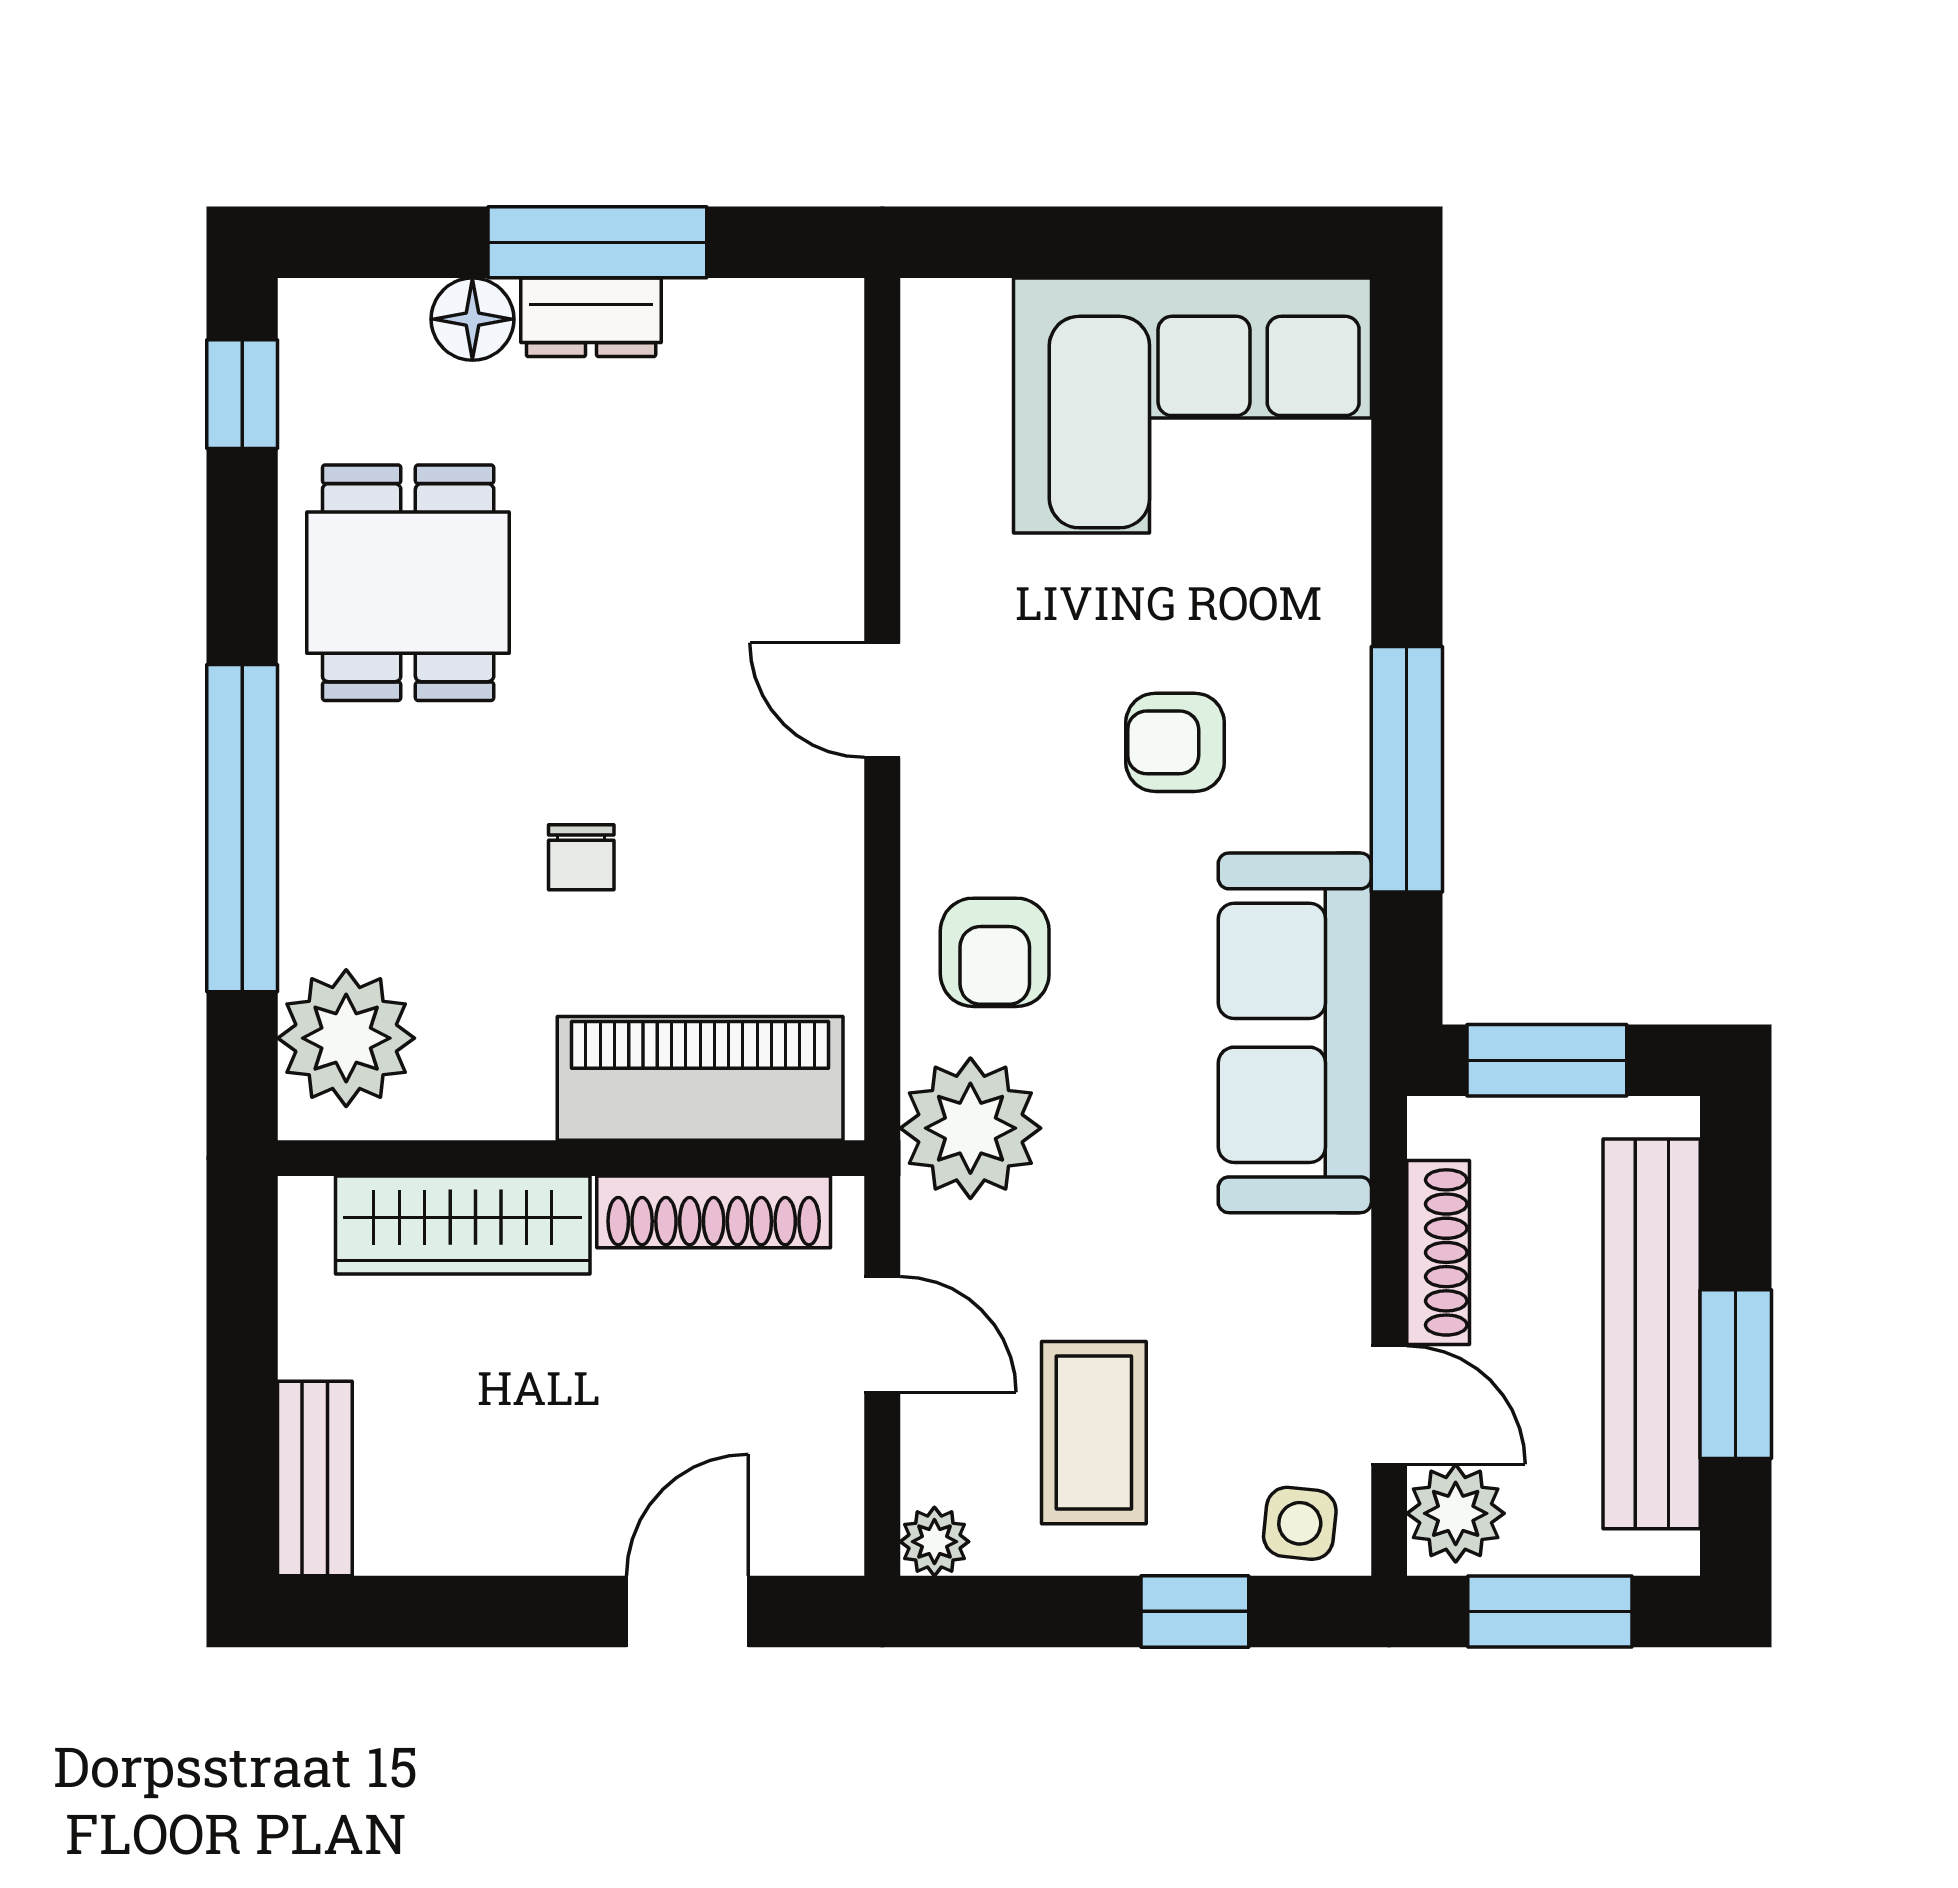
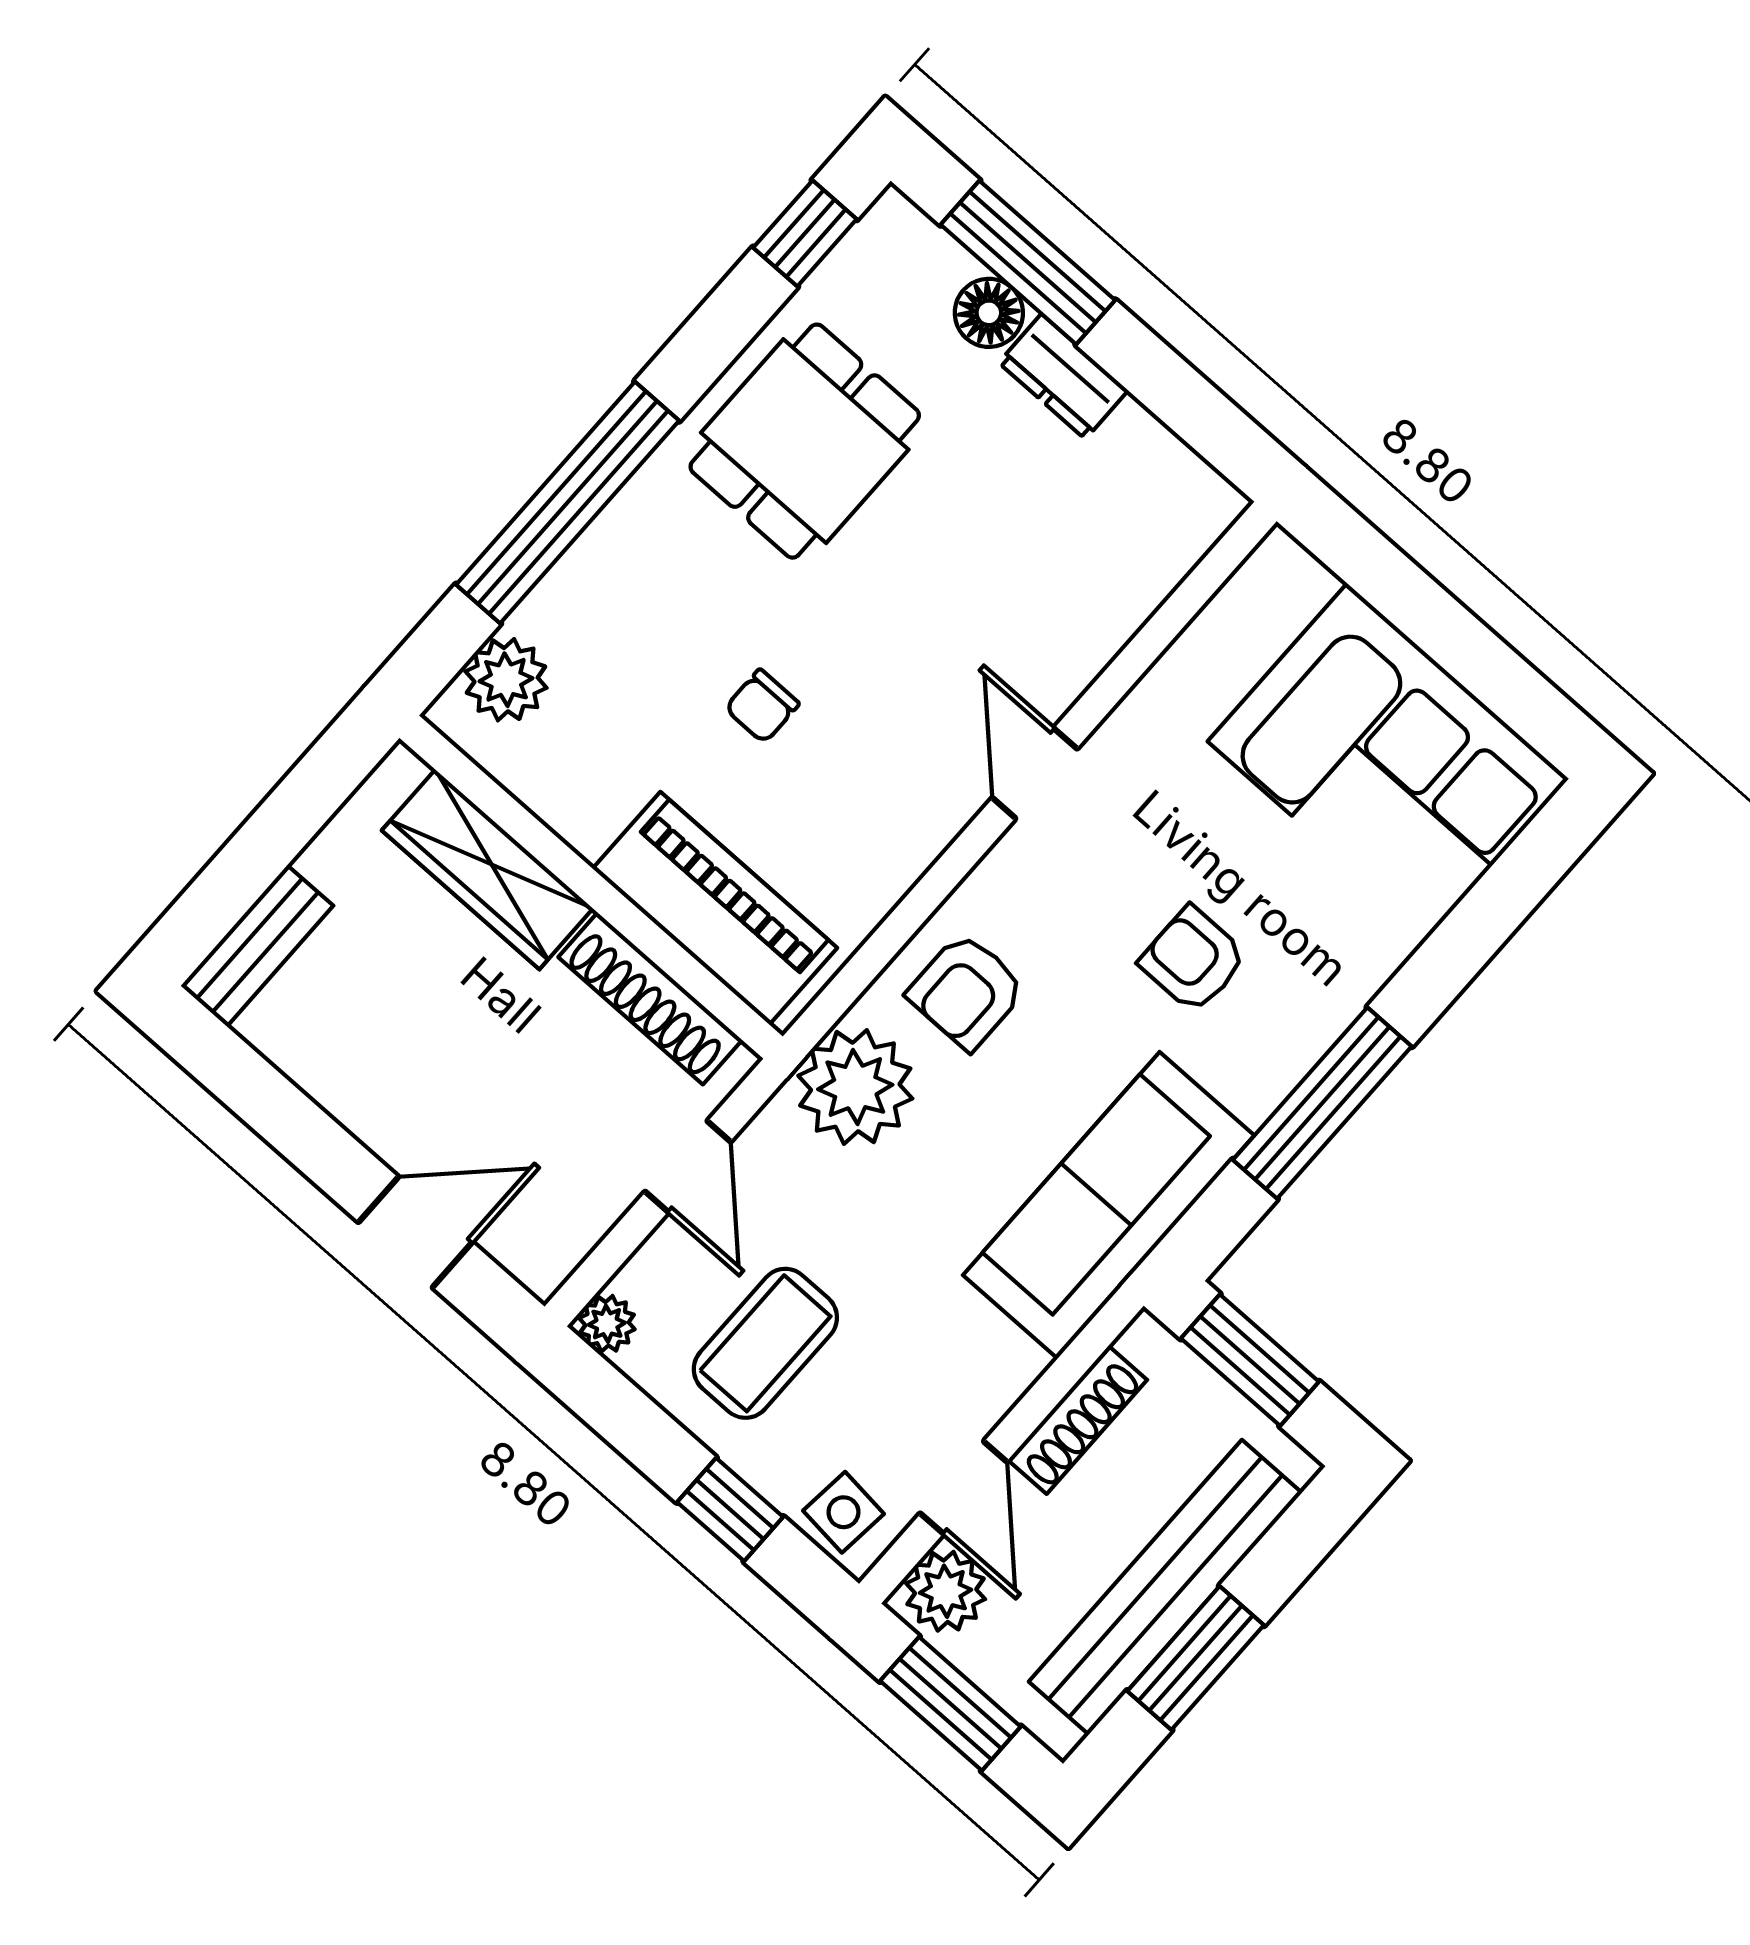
window: (597, 242) -> (1028, 262), moved
plant: (346, 1038) -> (506, 680), width x0.73, depth x0.73

